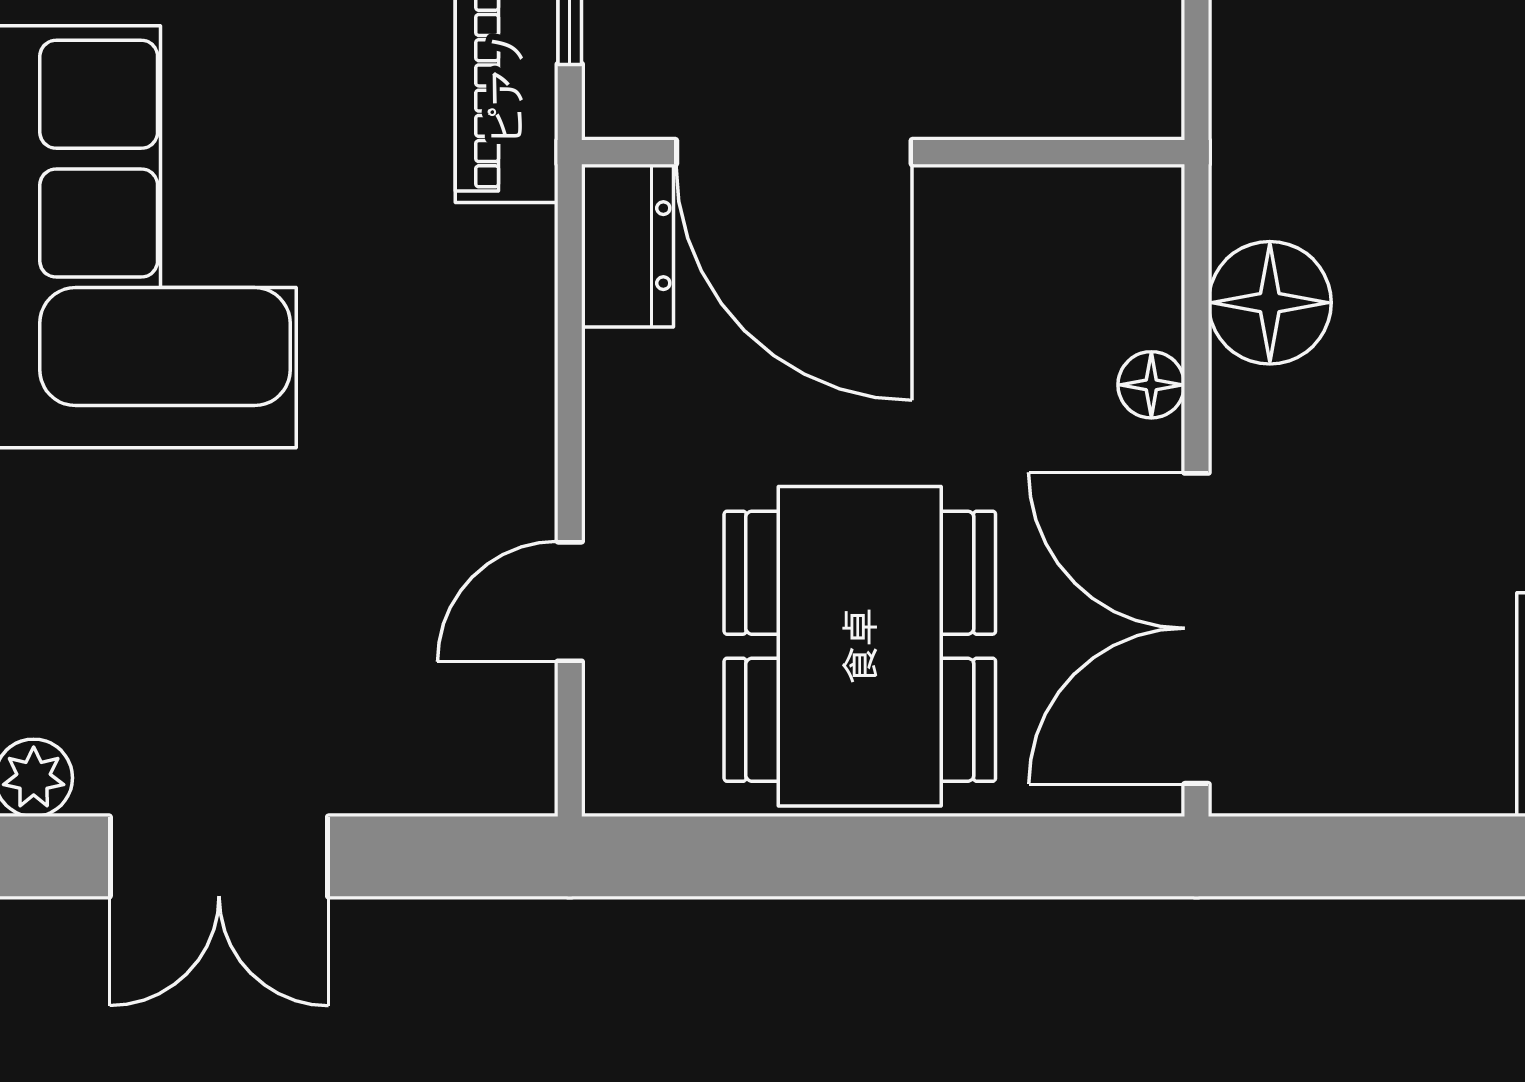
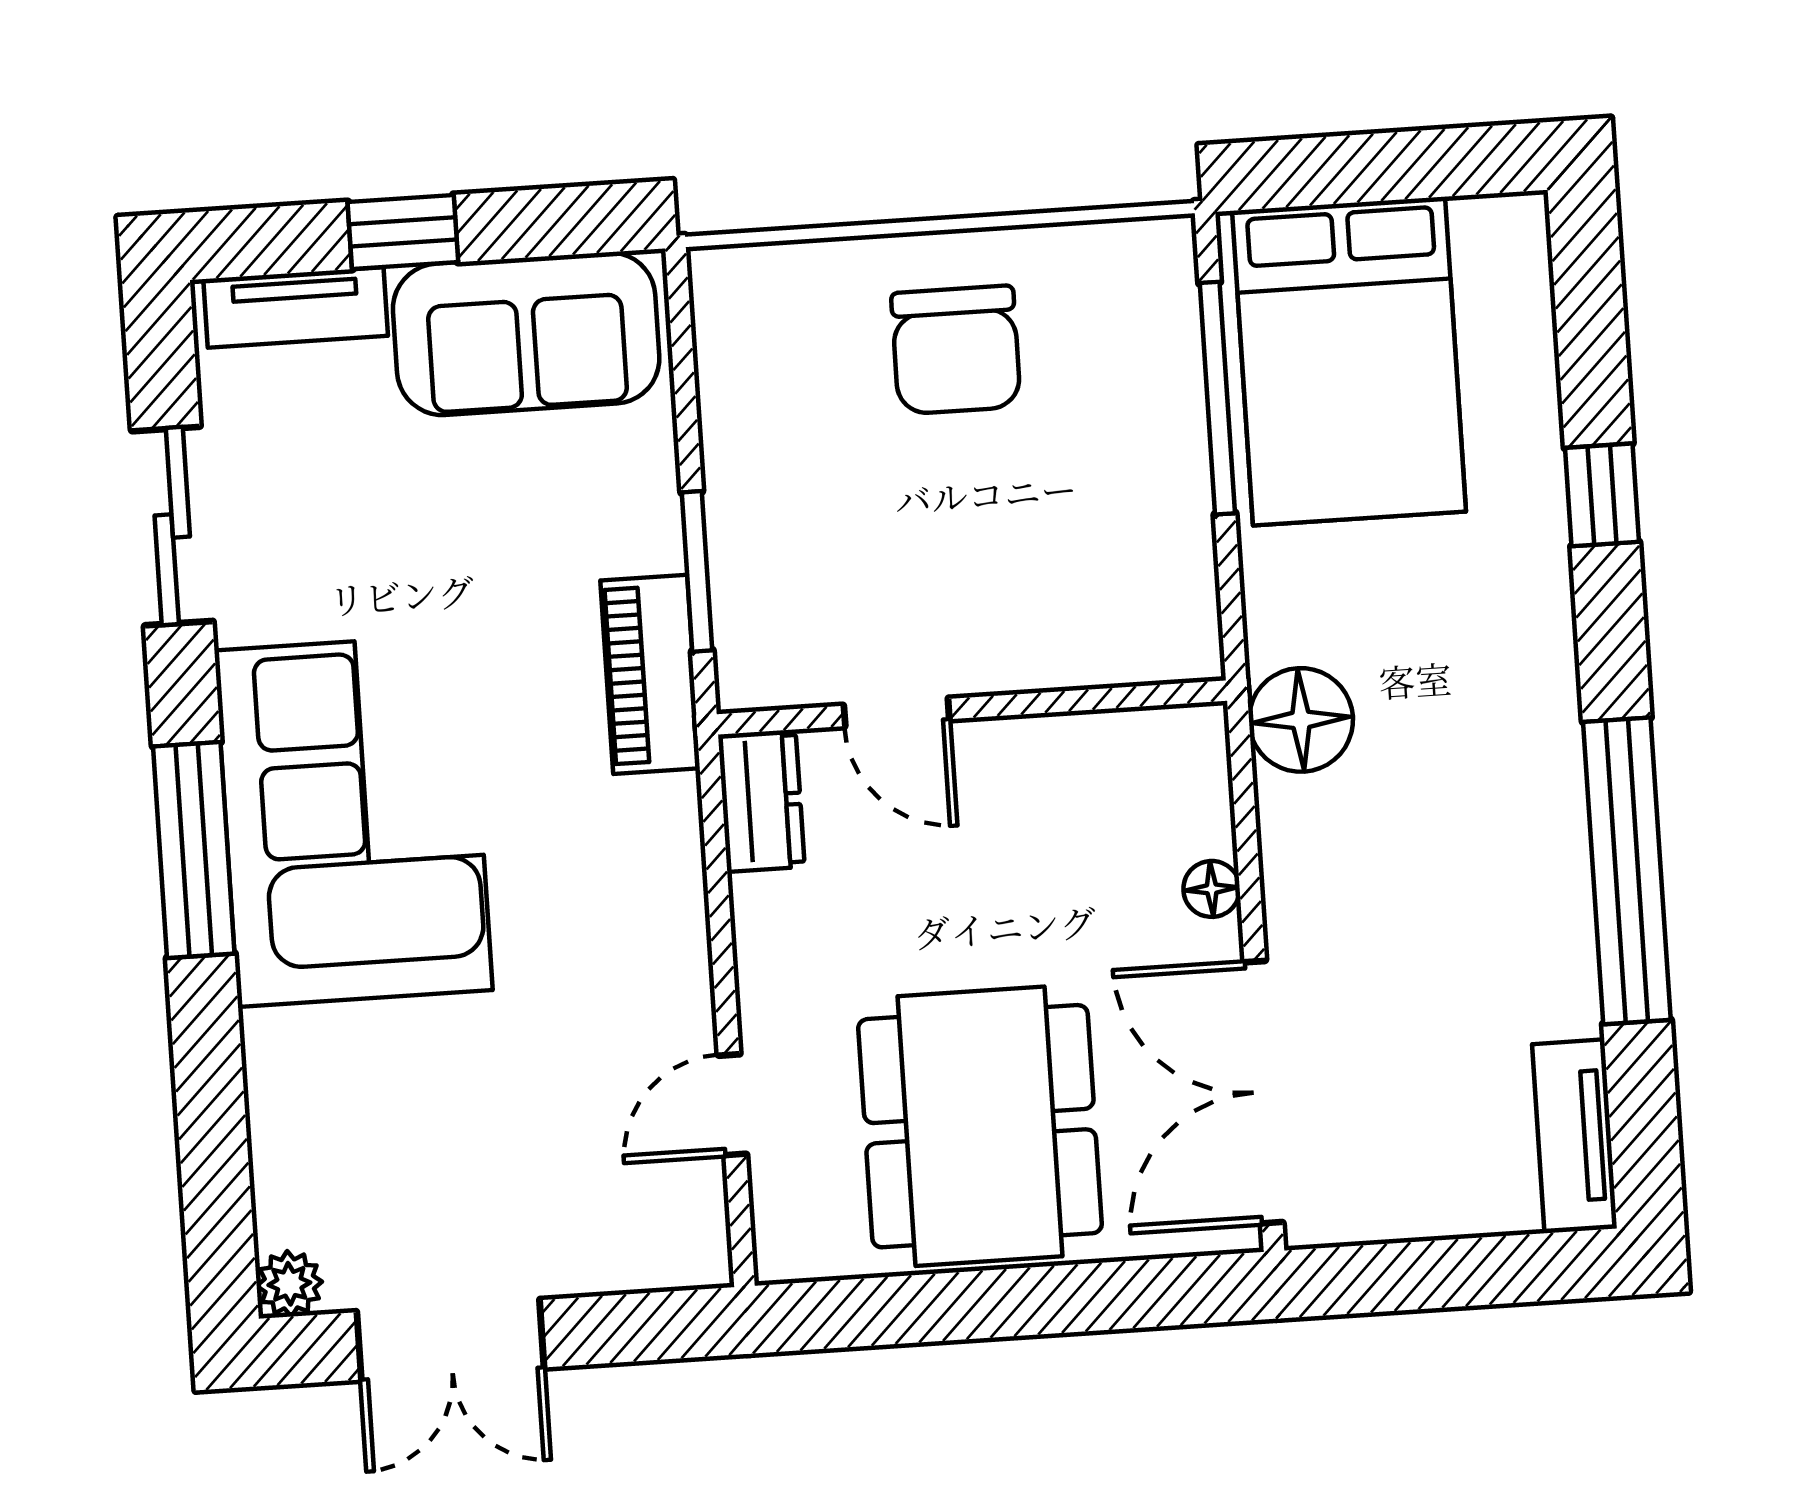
door: (794, 152) -> (897, 712), width x0.53
floor lamp: (1270, 303) -> (1301, 720), moved

